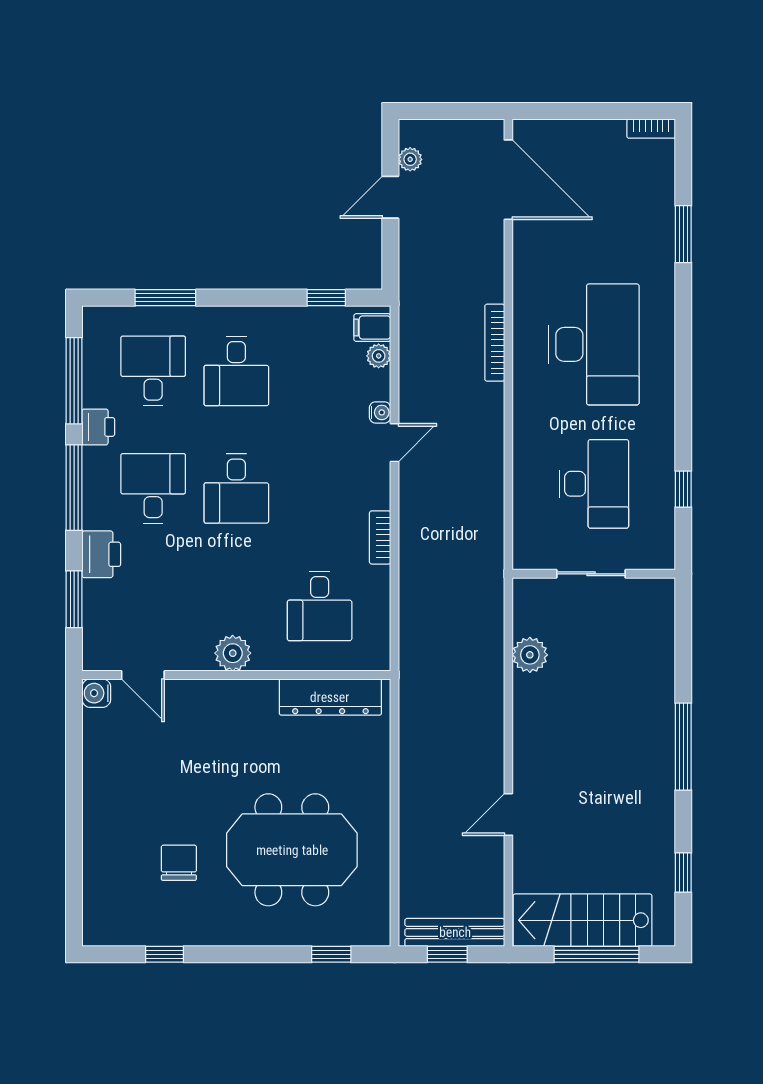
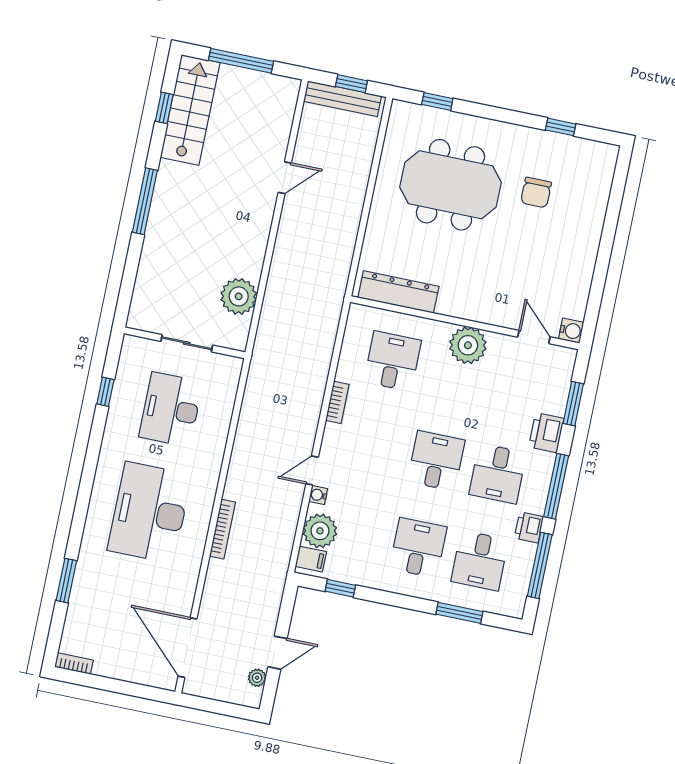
plant: (379, 356) -> (320, 531), width x1.88, depth x1.88
plant: (233, 653) -> (468, 345), width x1.36, depth x1.36
plant: (530, 655) -> (239, 296), width x1.36, depth x1.36
stairs: (582, 920) -> (190, 110), moved, turned -90

